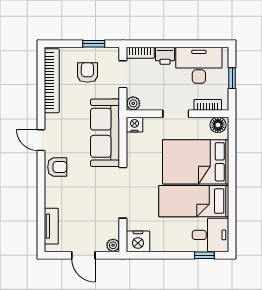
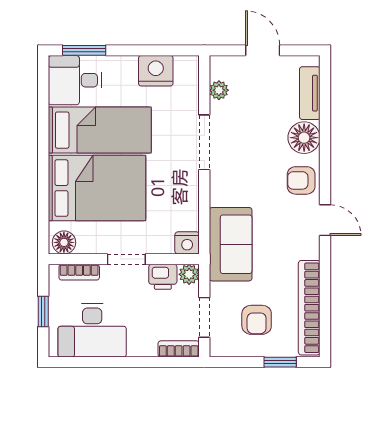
window: (94, 44) -> (280, 362), moved
printer: (165, 56) -> (163, 277), moved, turned 180
sofa: (105, 133) -> (231, 244), width x0.73
doorway: (123, 193) -> (204, 142), width x0.73
floor lamp: (55, 196) -> (304, 138), added
nightstand: (138, 241) -> (156, 71), moved
plant: (113, 245) -> (219, 90), moved
window: (204, 255) -> (84, 50), width x1.50

